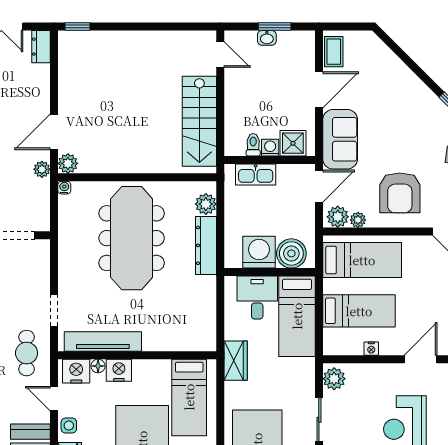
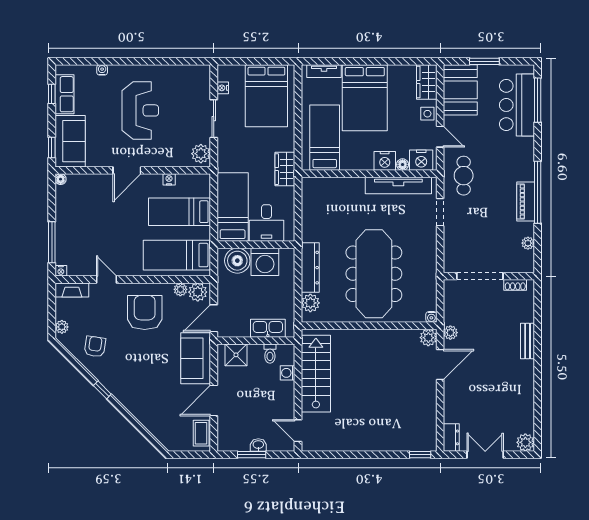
washing machine: (270, 148) -> (287, 373), moved, turned 90

